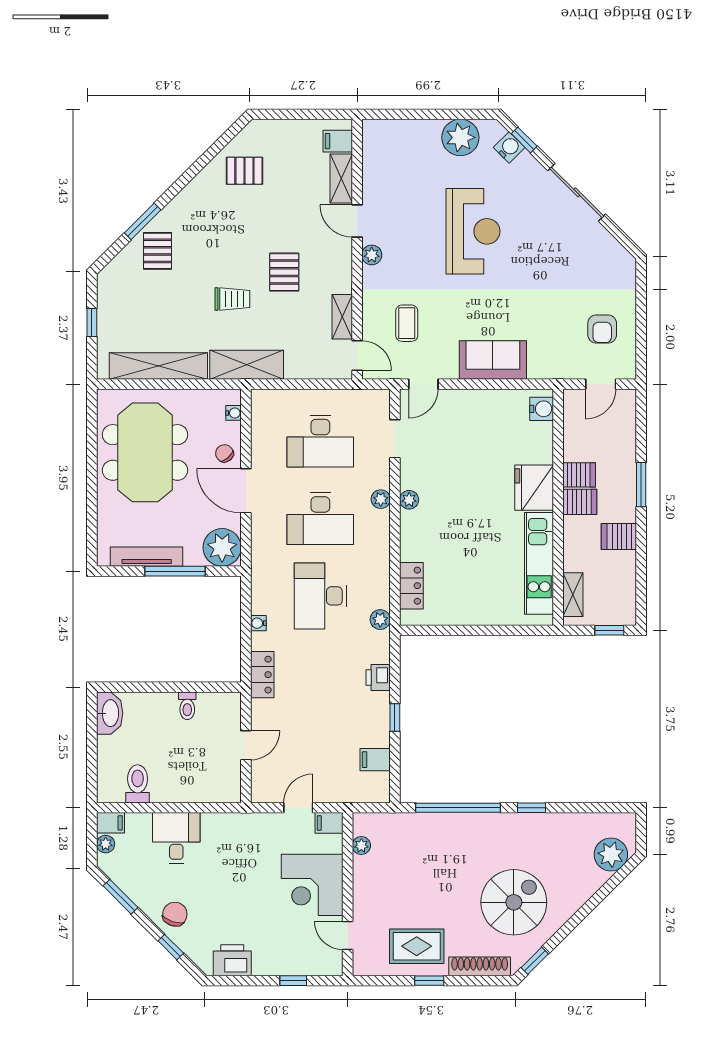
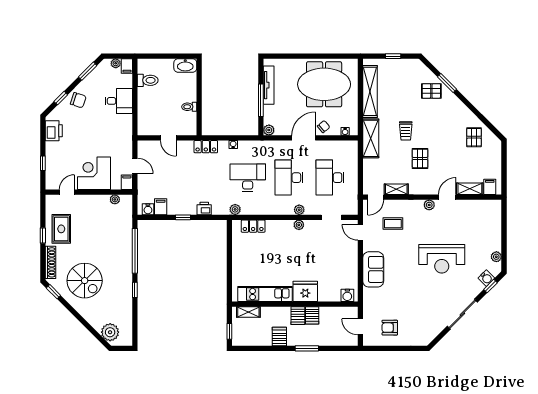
plant: (460, 137) -> (496, 257), width x0.53, depth x0.53
pallet: (284, 272) -> (420, 158), turned 90
plant: (222, 547) -> (269, 130), width x0.53, depth x0.53
water cooler: (380, 783) -> (148, 209), added

